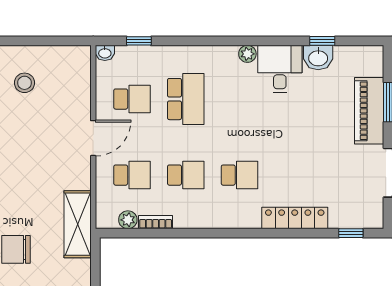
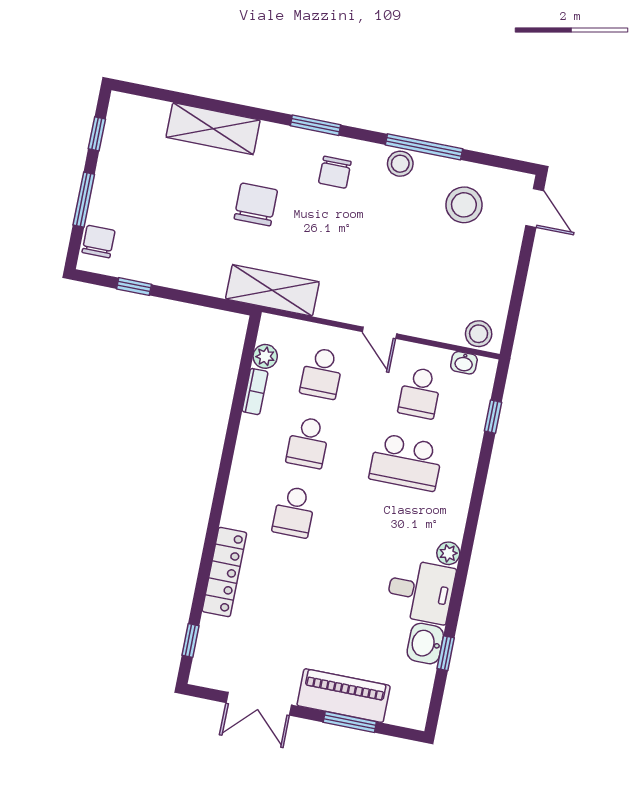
washbasin: (105, 53) -> (464, 363), moved, turned -90
stool: (24, 83) -> (479, 334), moved
door: (93, 138) -> (379, 333), width x0.73

